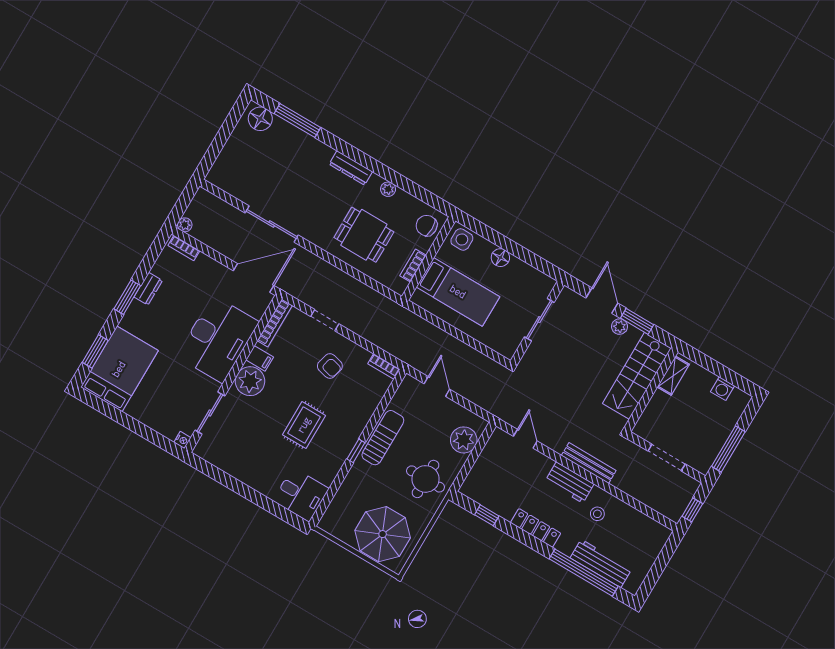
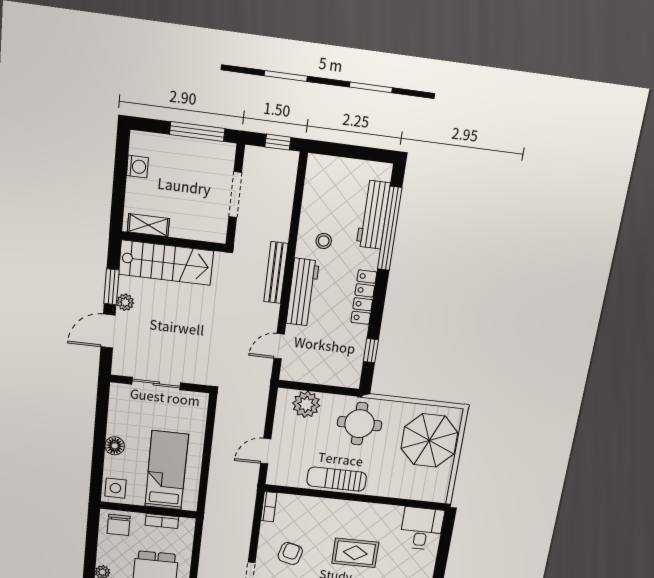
window: (356, 451) -> (360, 498), removed
workbench: (570, 482) -> (303, 292), width x1.38

